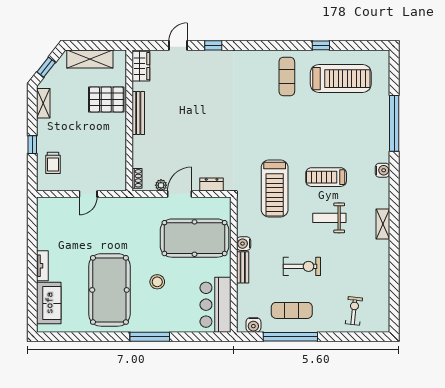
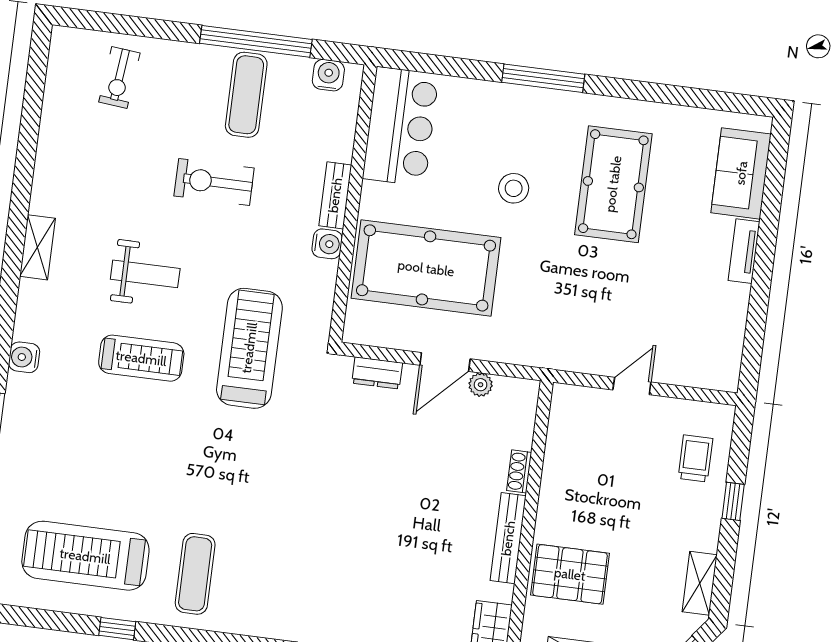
shoe rack: (137, 178) -> (519, 471), moved
pool table: (109, 290) -> (613, 184), width x0.73, depth x0.76
exercise mat: (292, 310) -> (246, 95), turned 90

